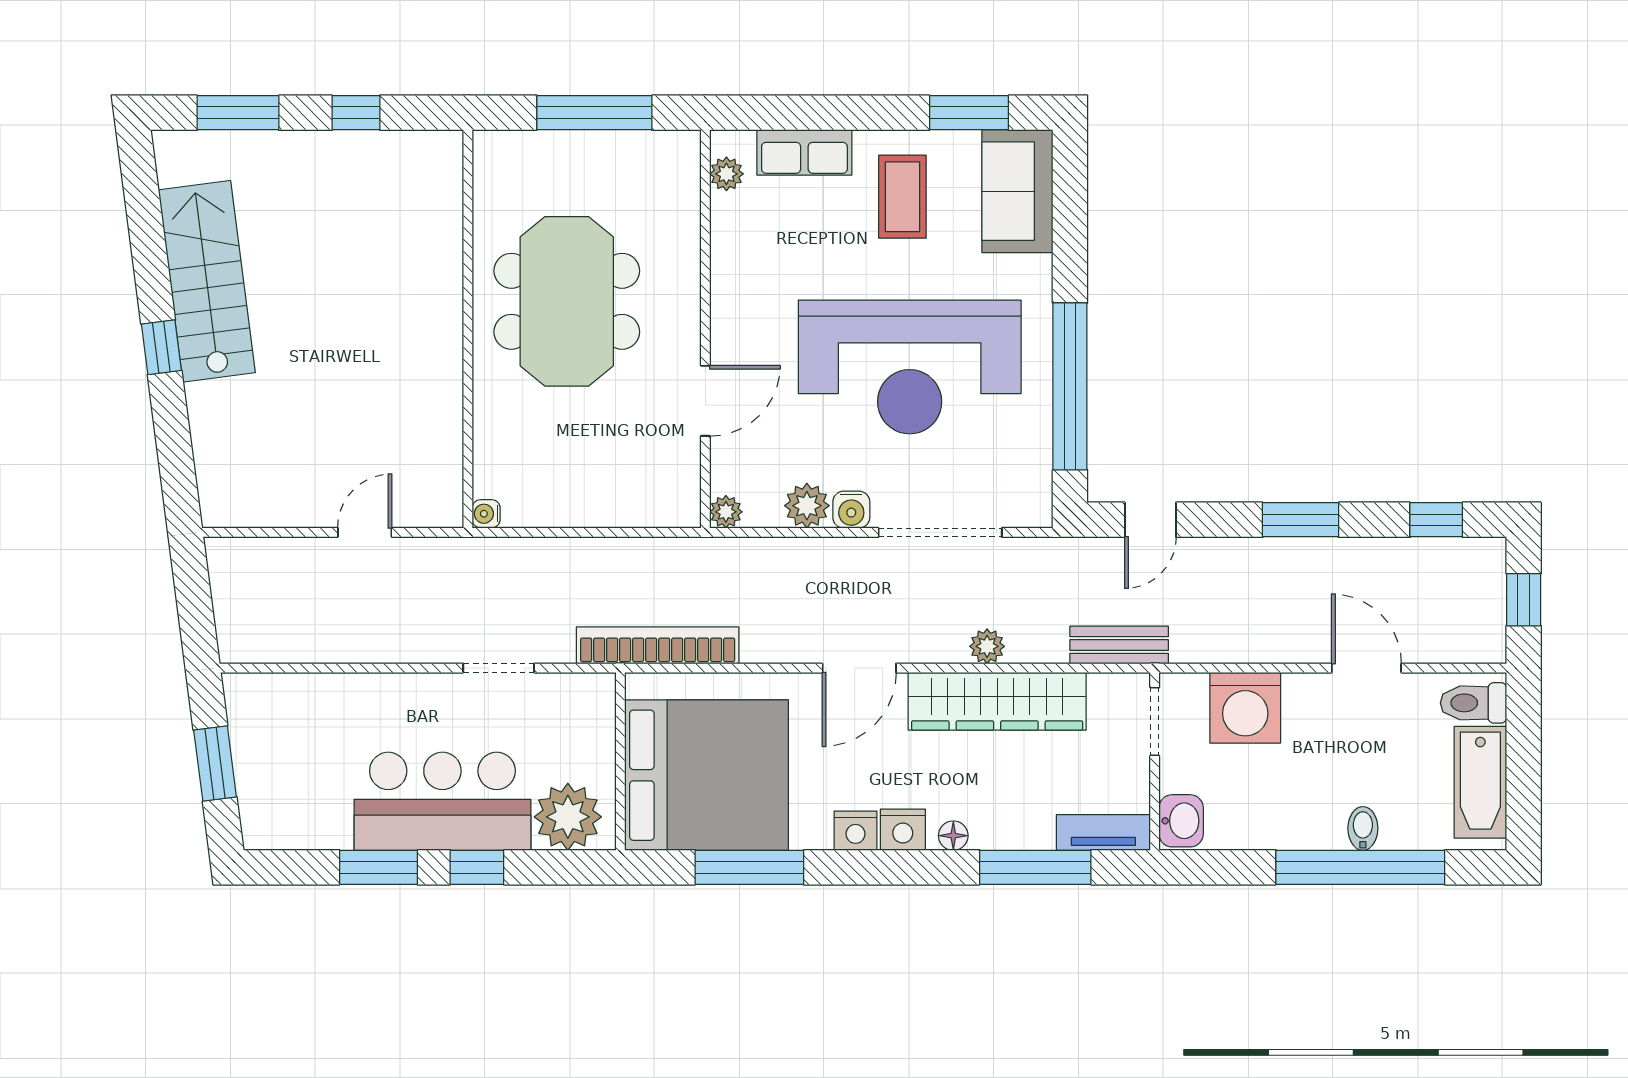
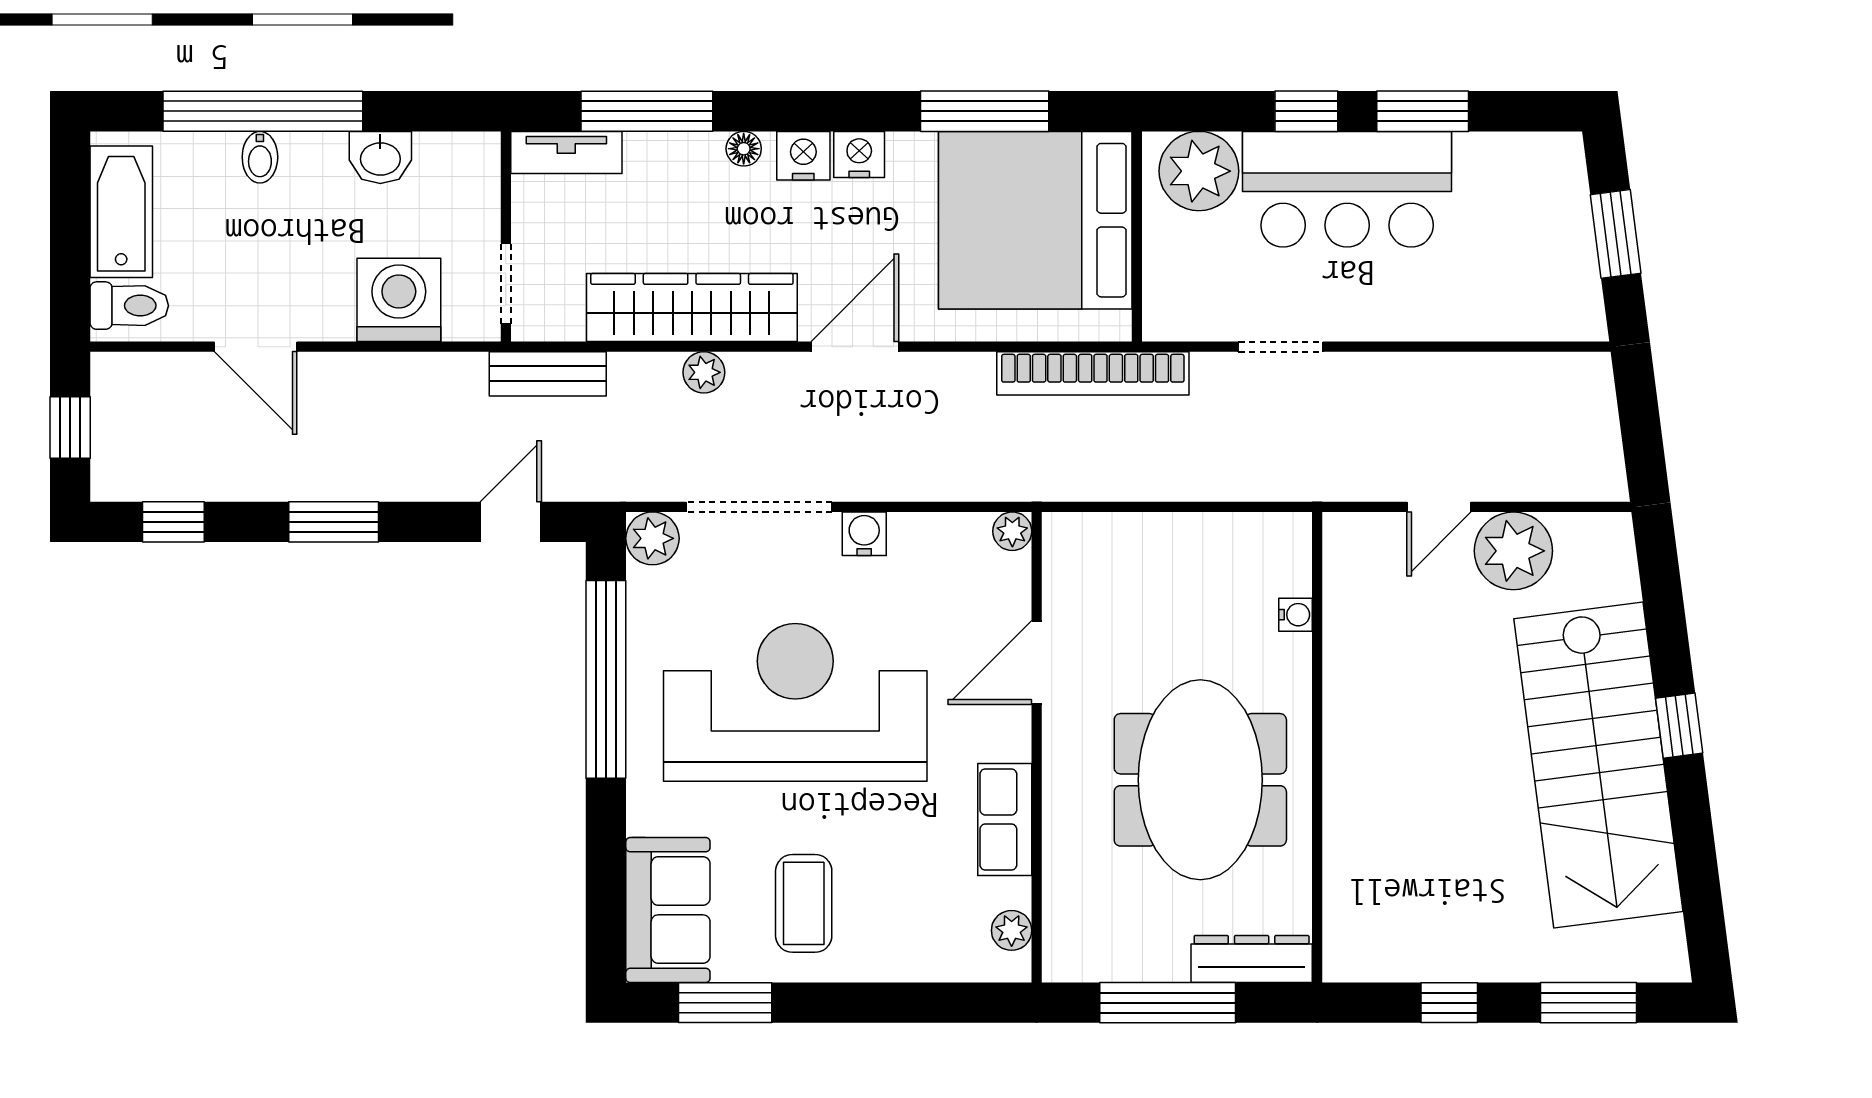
dresser: (523, 150) -> (1252, 959), added
row of seats: (804, 152) -> (1005, 819), moved, turned -90
stairs: (207, 281) -> (1598, 765), width x1.36, depth x1.51
plant: (302, 495) -> (1513, 551), added
plant: (807, 506) -> (652, 538), moved
water cooler: (486, 514) -> (1296, 615), moved
washbasin: (1181, 821) -> (380, 157), moved, turned -90

